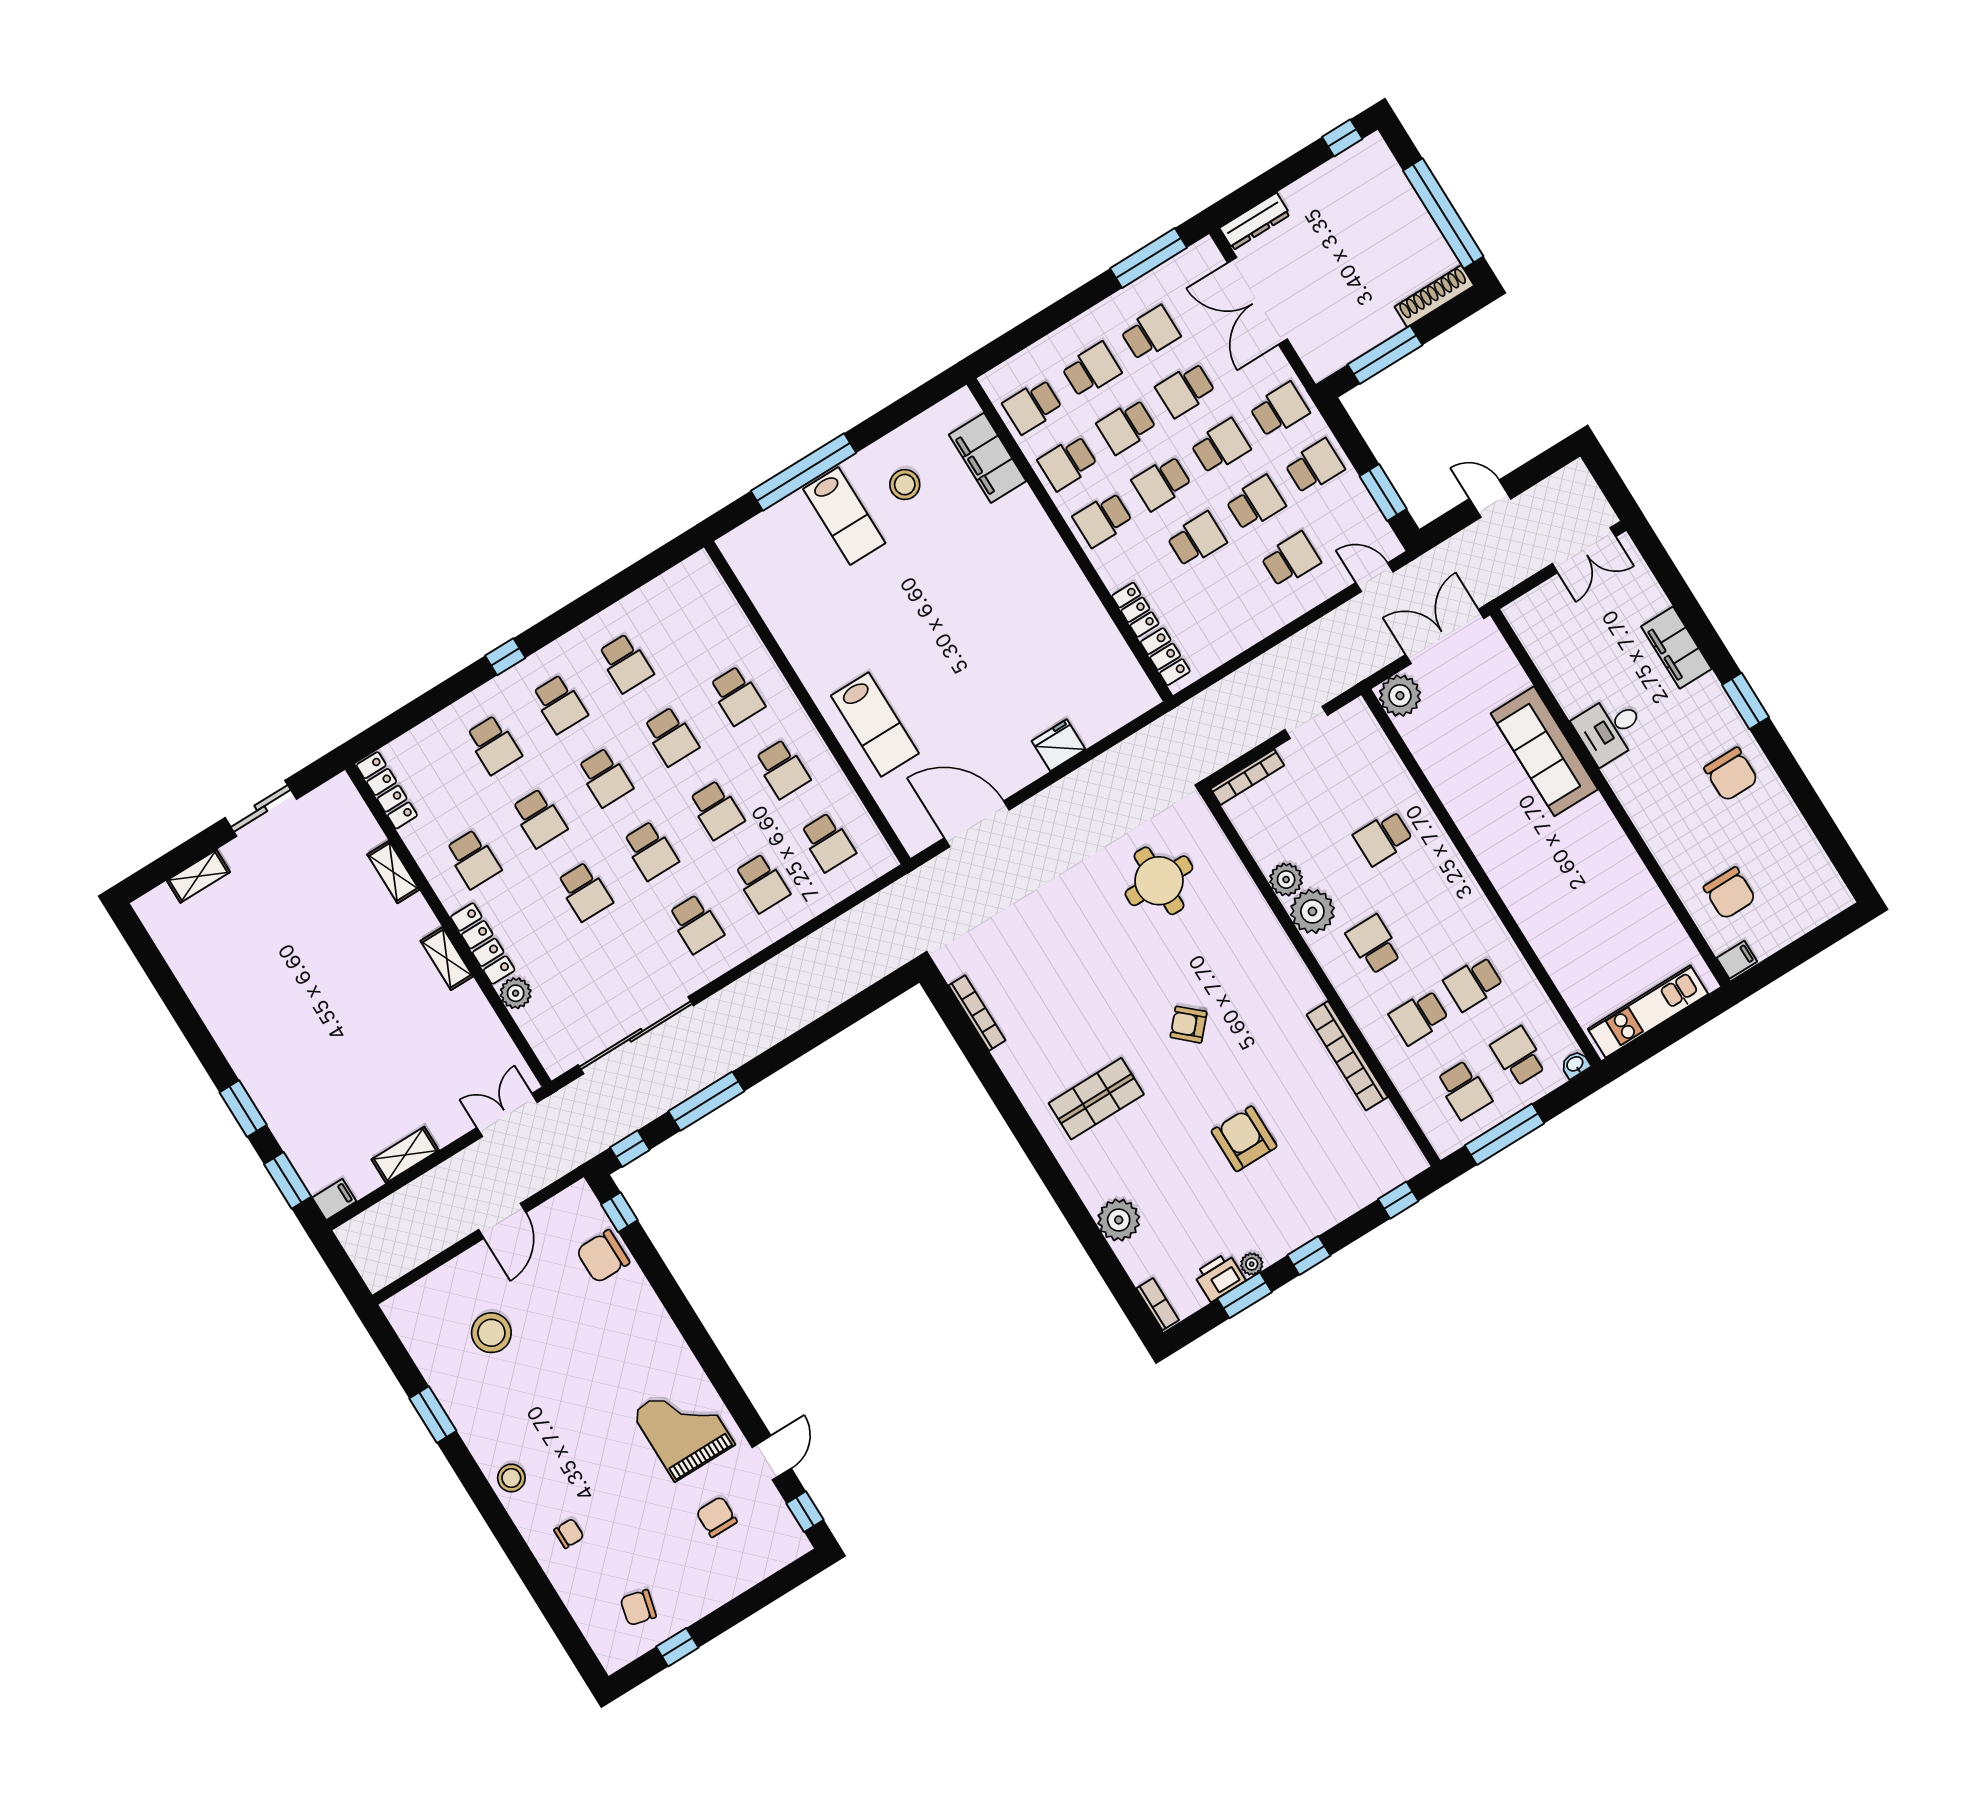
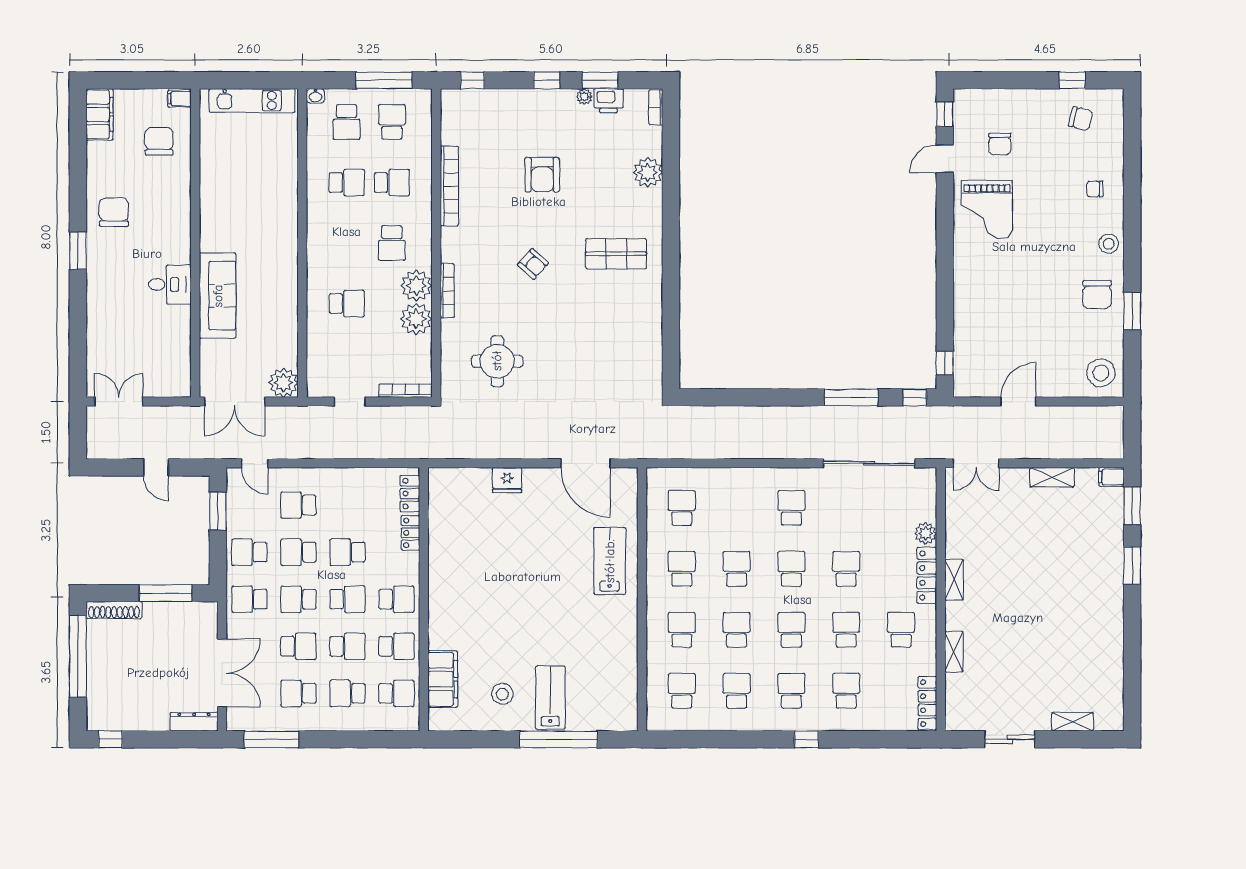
filing cabinet: (1676, 648) -> (100, 114), moved
plant: (1286, 880) -> (416, 319), width x1.36, depth x1.36
school desk: (762, 883) -> (682, 691), moved
bookcase: (977, 1013) -> (447, 291), moved, turned 180
chair: (603, 1256) -> (1097, 295), moved, turned 90
stool: (491, 1333) -> (1101, 373), moved

